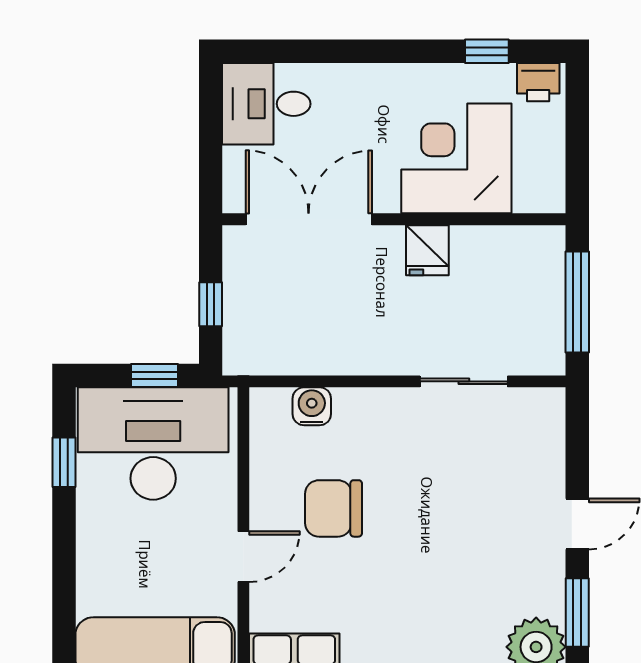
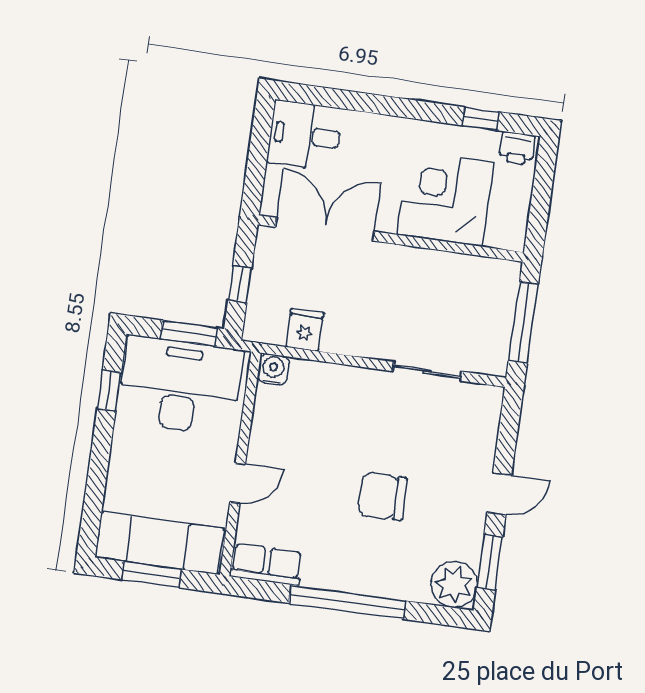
fridge: (427, 250) -> (305, 330), moved, turned 180
window: (154, 376) -> (189, 333), width x1.50
water cooler: (312, 406) -> (273, 369), moved
chair: (333, 508) -> (383, 496), moved

